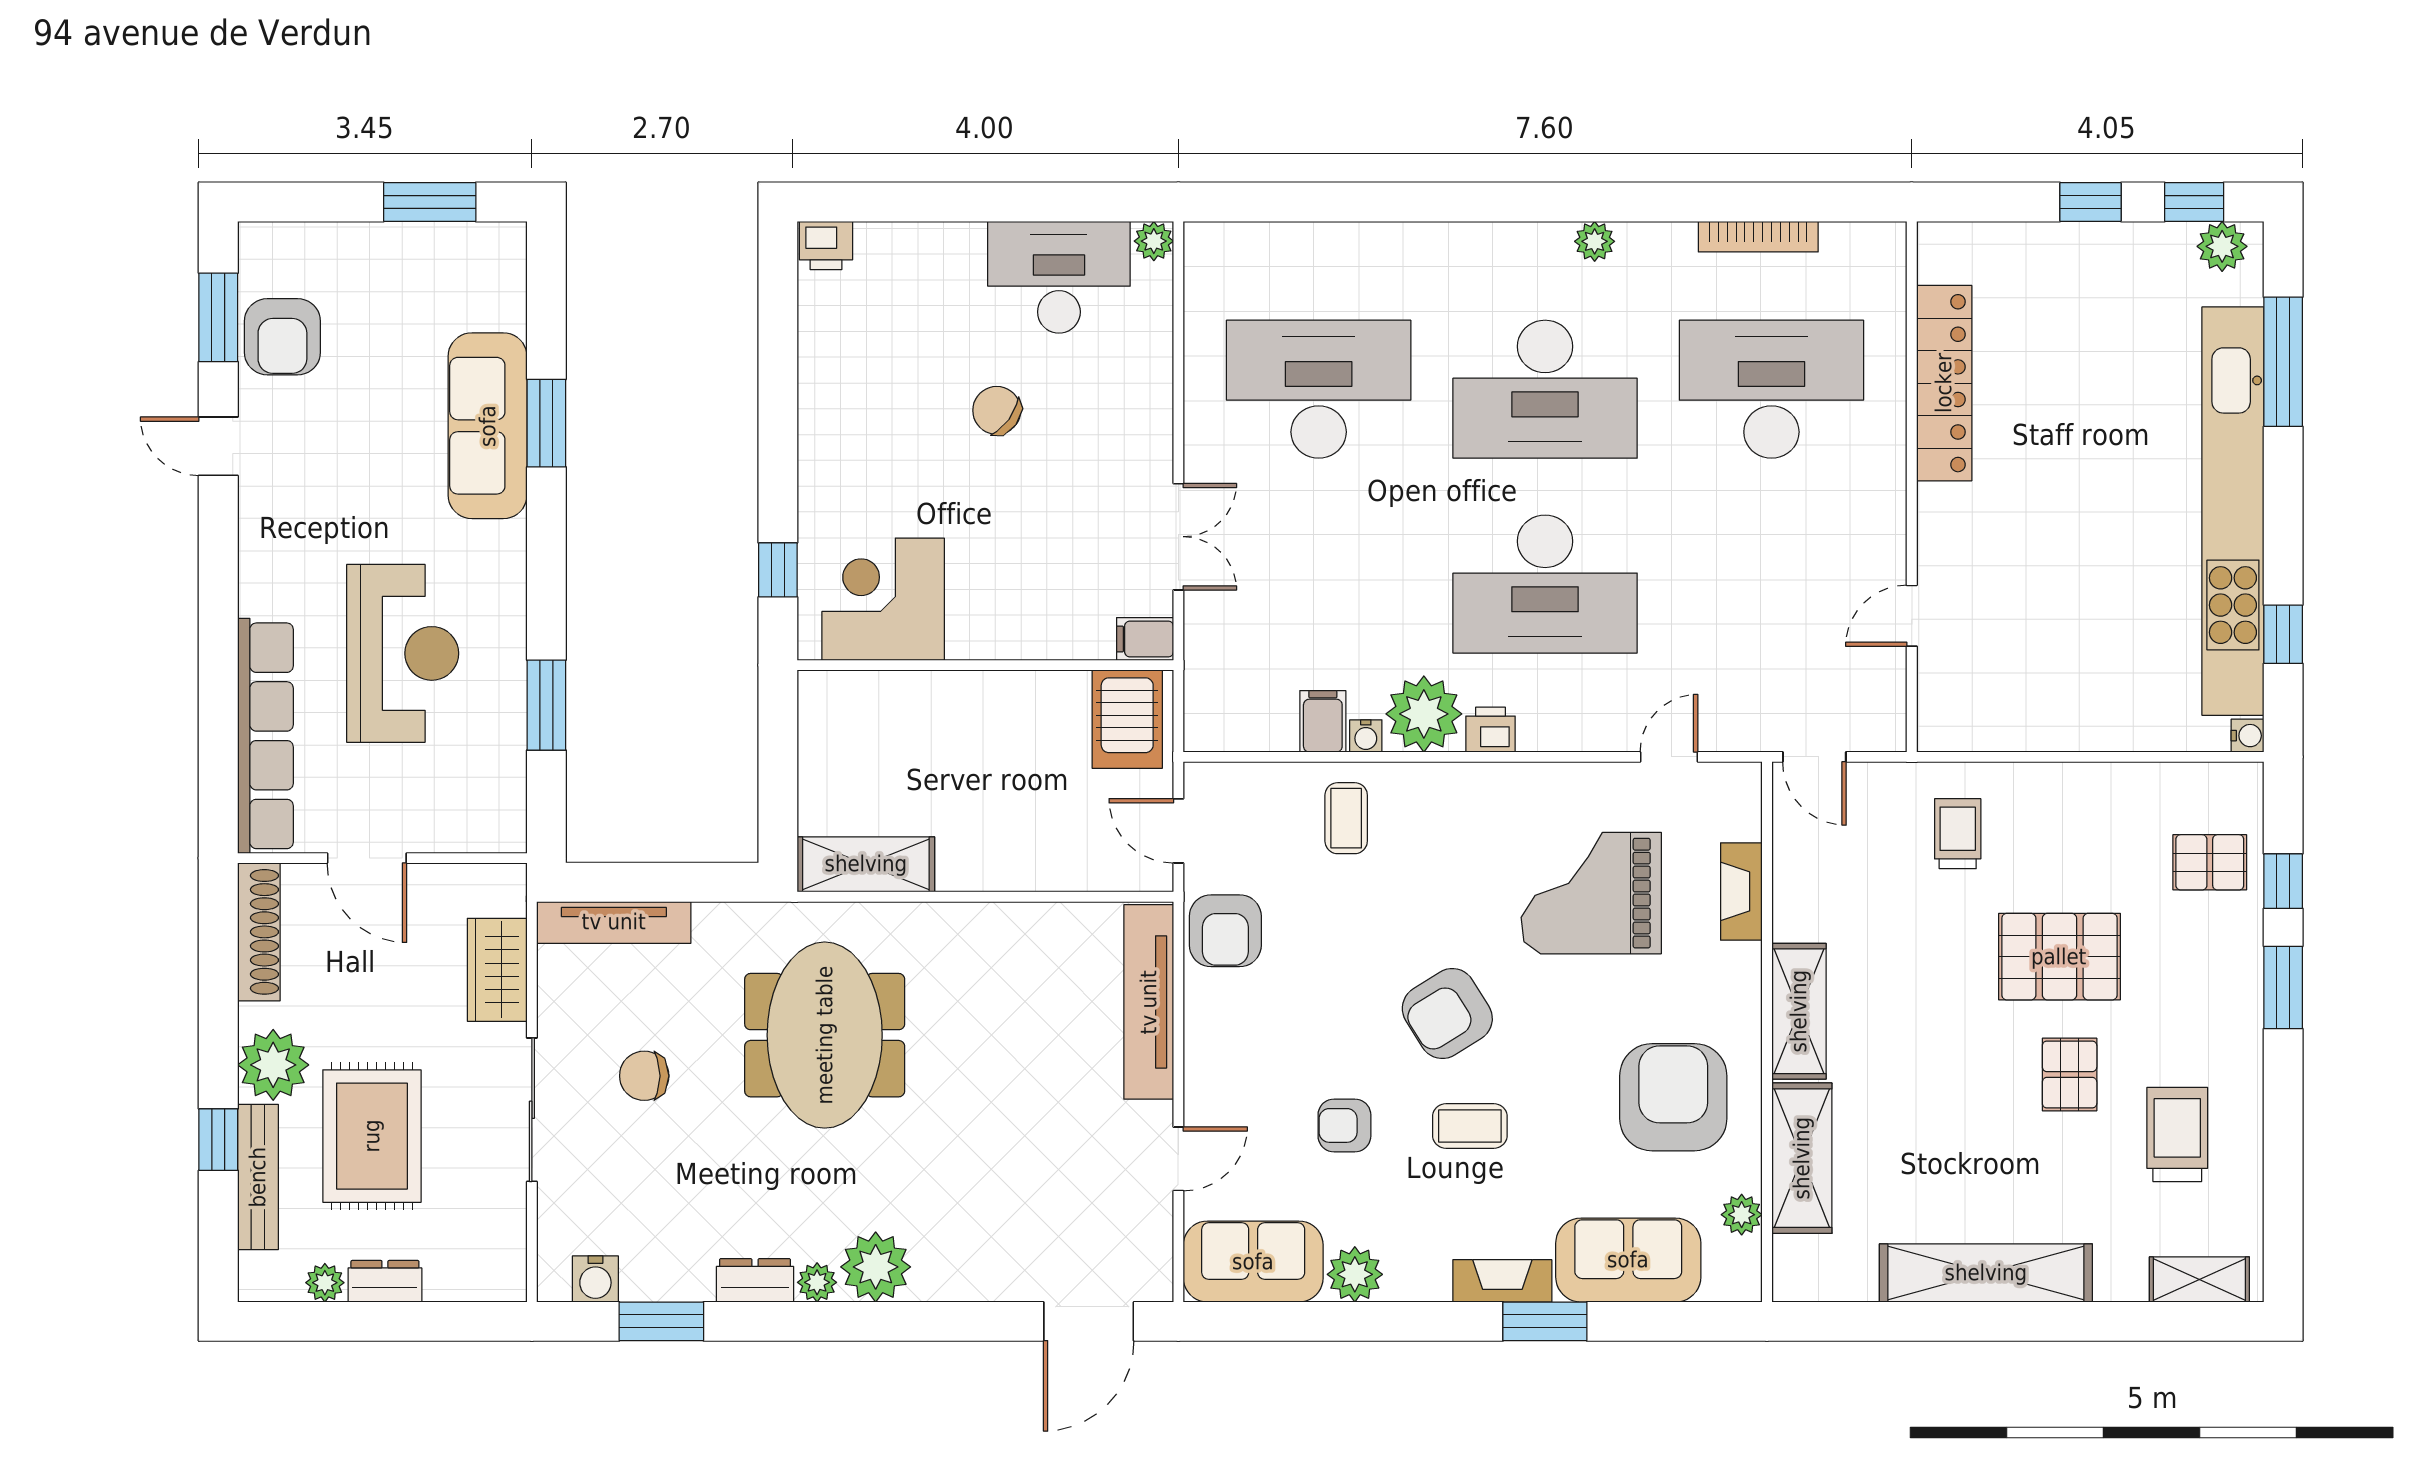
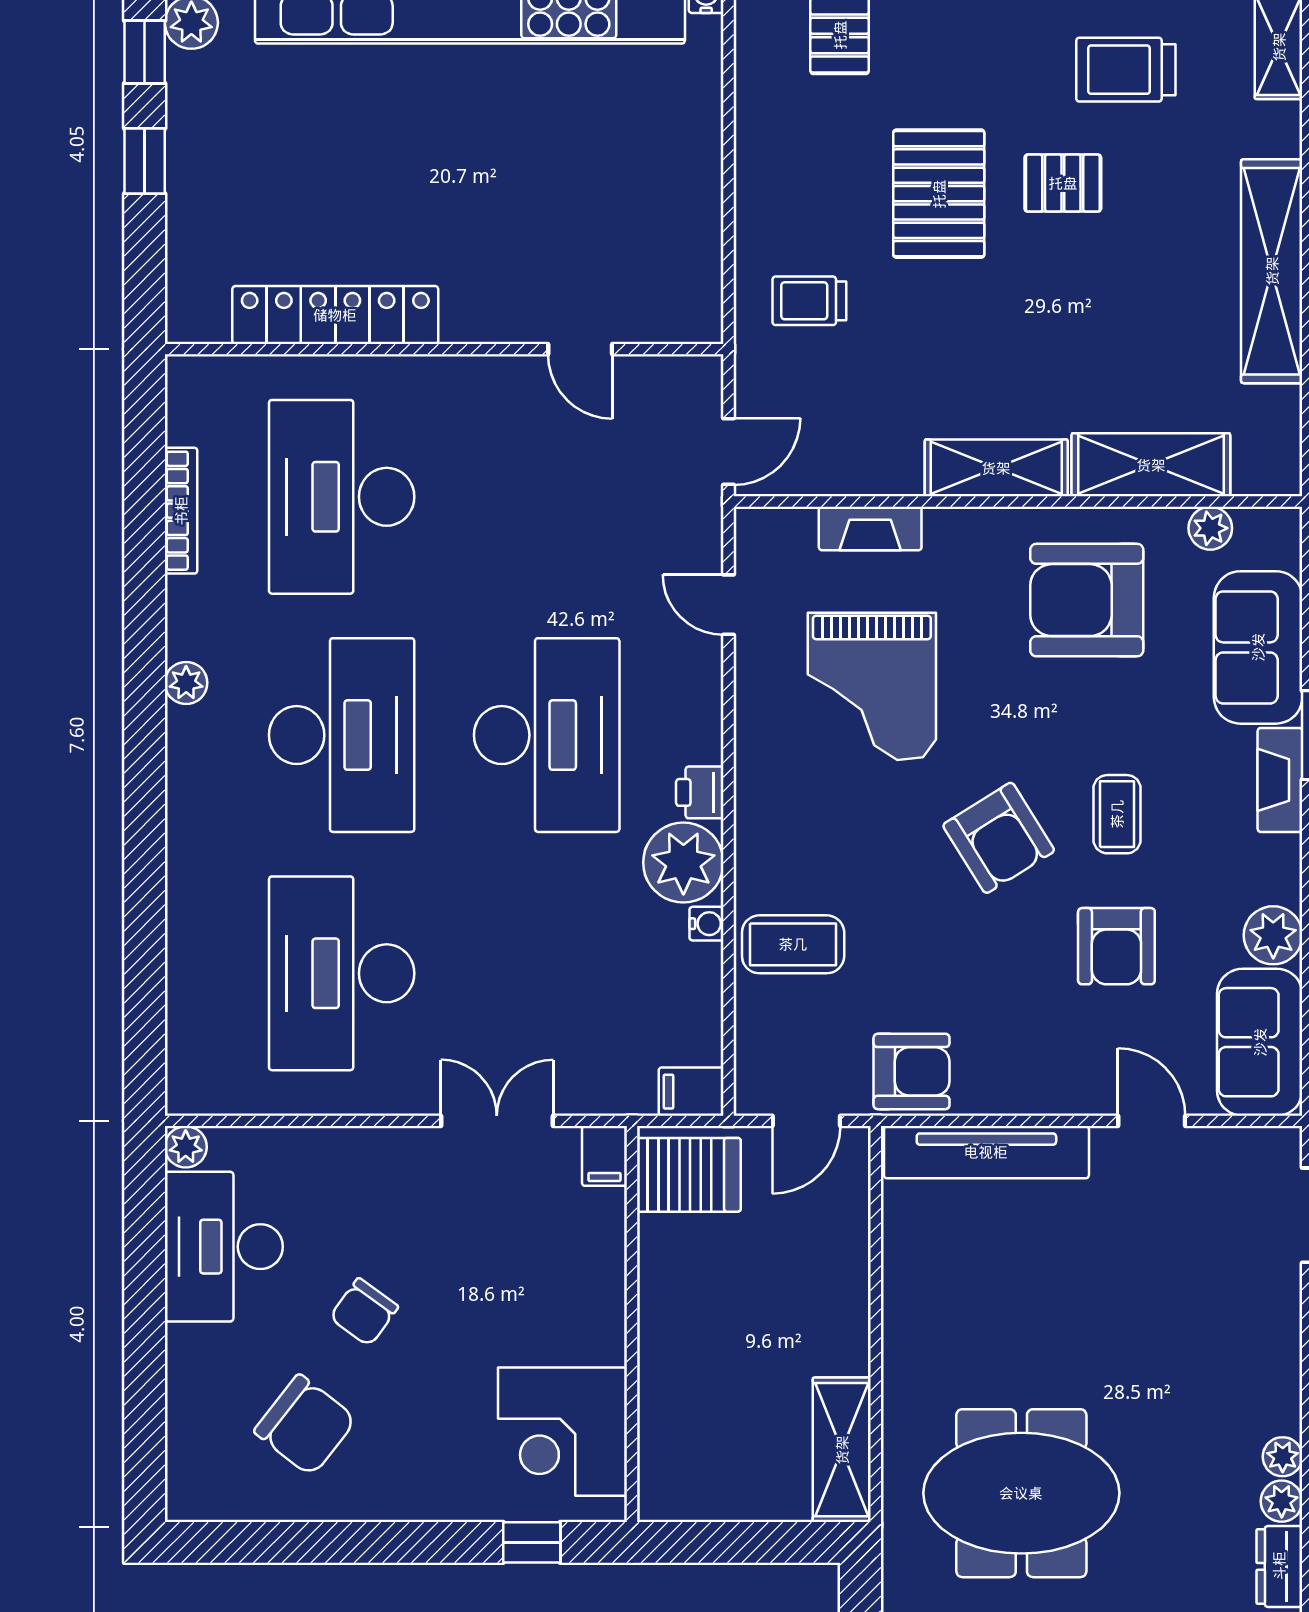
printer: (826, 245) -> (190, 1492), removed
chair: (889, 355) -> (305, 1425), added
filing cabinet: (1323, 721) -> (691, 1092), moved
coffee table: (1346, 818) -> (793, 944), width x1.36, depth x1.30
armchair: (1344, 1125) -> (1116, 946), width x1.38, depth x1.38
plant: (876, 1267) -> (1283, 1457), width x0.53, depth x0.53

